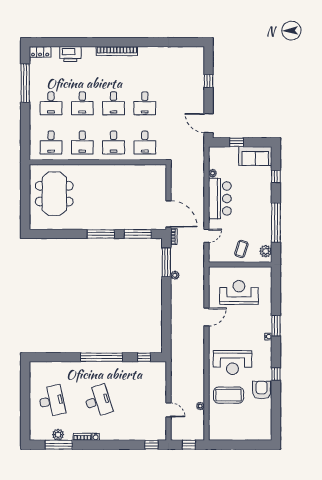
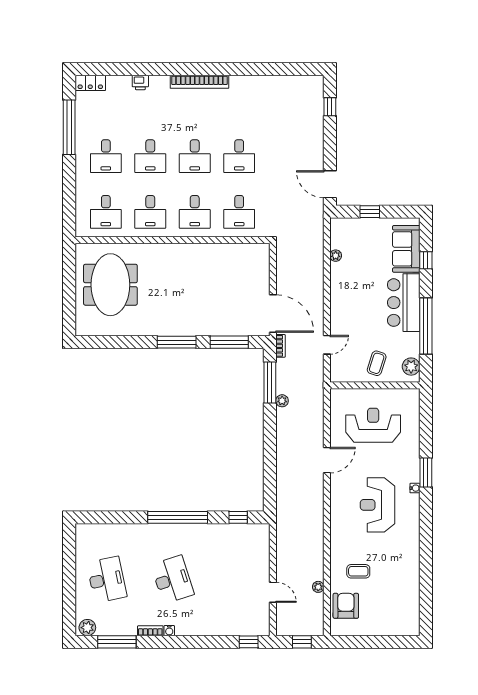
printer: (70, 54) -> (140, 82), width x0.53, depth x0.68
window: (209, 81) -> (330, 107), moved
sofa: (255, 156) -> (406, 249), moved, turned 90
bar counter: (220, 199) -> (404, 303), moved, turned 180
reception desk: (232, 362) -> (378, 505), moved, turned 90
window: (276, 374) -> (426, 541), removed
armchair: (262, 390) -> (346, 606), moved
coffee table: (229, 395) -> (358, 571), width x0.54, depth x0.58
plant: (58, 435) -> (87, 628), moved

